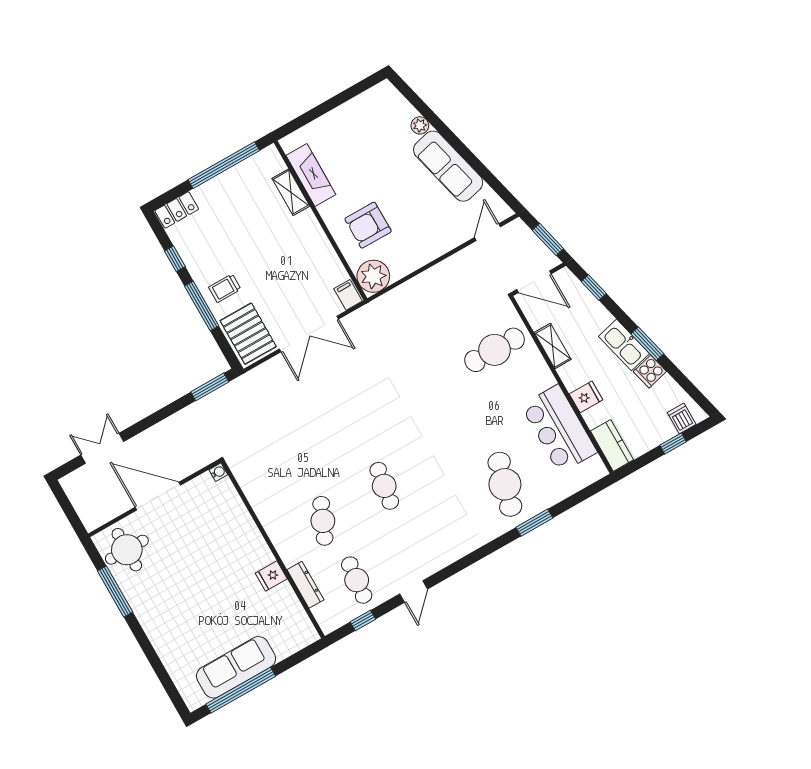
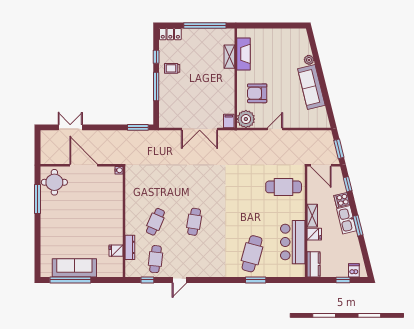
door: (488, 232) -> (275, 129), moved
trolley: (225, 288) -> (172, 68), moved
pallet: (248, 334) -> (171, 112), removed
shelving: (553, 346) -> (312, 216), moved
cooker: (650, 371) -> (342, 200), moved
fridge: (271, 576) -> (116, 251), moved

